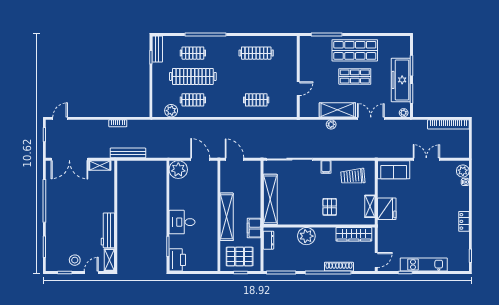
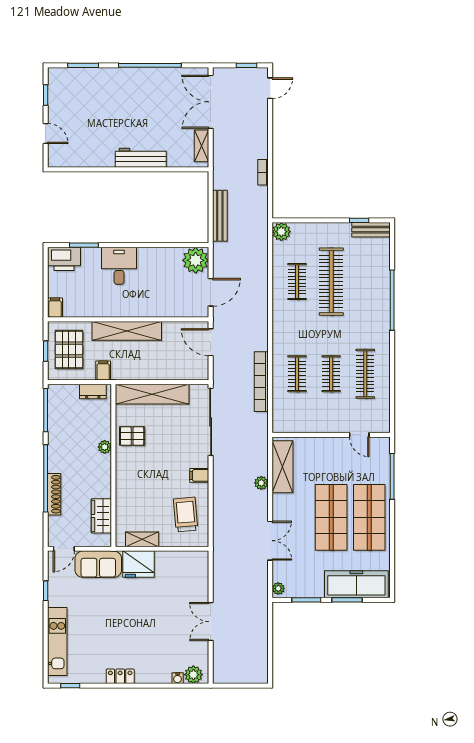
clothes rail: (193, 53) -> (331, 374), moved
shop shelf: (355, 76) -> (331, 517), width x1.43, depth x1.36
freezer: (401, 80) -> (356, 584), moved
door: (298, 89) -> (359, 435), moved
shelving: (337, 110) -> (283, 467), moved
plant: (171, 111) -> (281, 232), moved
door: (60, 118) -> (270, 88), hinge flipped
bookcase: (448, 124) -> (261, 382), moved
bench: (128, 153) -> (220, 216), moved
door: (235, 159) -> (211, 342), swing flipped
double door: (426, 159) -> (211, 622), swing flipped
sofa: (394, 170) -> (98, 564), moved, turned -90
pallet: (330, 207) -> (132, 436), moved
filing cabinet: (254, 228) -> (103, 370), width x0.50
workbench: (108, 230) -> (141, 158), moved
wardrobe: (354, 234) -> (101, 516), width x0.67
plant: (306, 236) -> (105, 447), width x0.53, depth x0.53
stool: (75, 260) -> (64, 110), removed
shelving: (109, 260) -> (64, 160), removed
door: (376, 260) -> (64, 549), hinge flipped
kitchen unit: (424, 264) -> (57, 642), moved
filing cabinet: (211, 266) -> (55, 308), added

